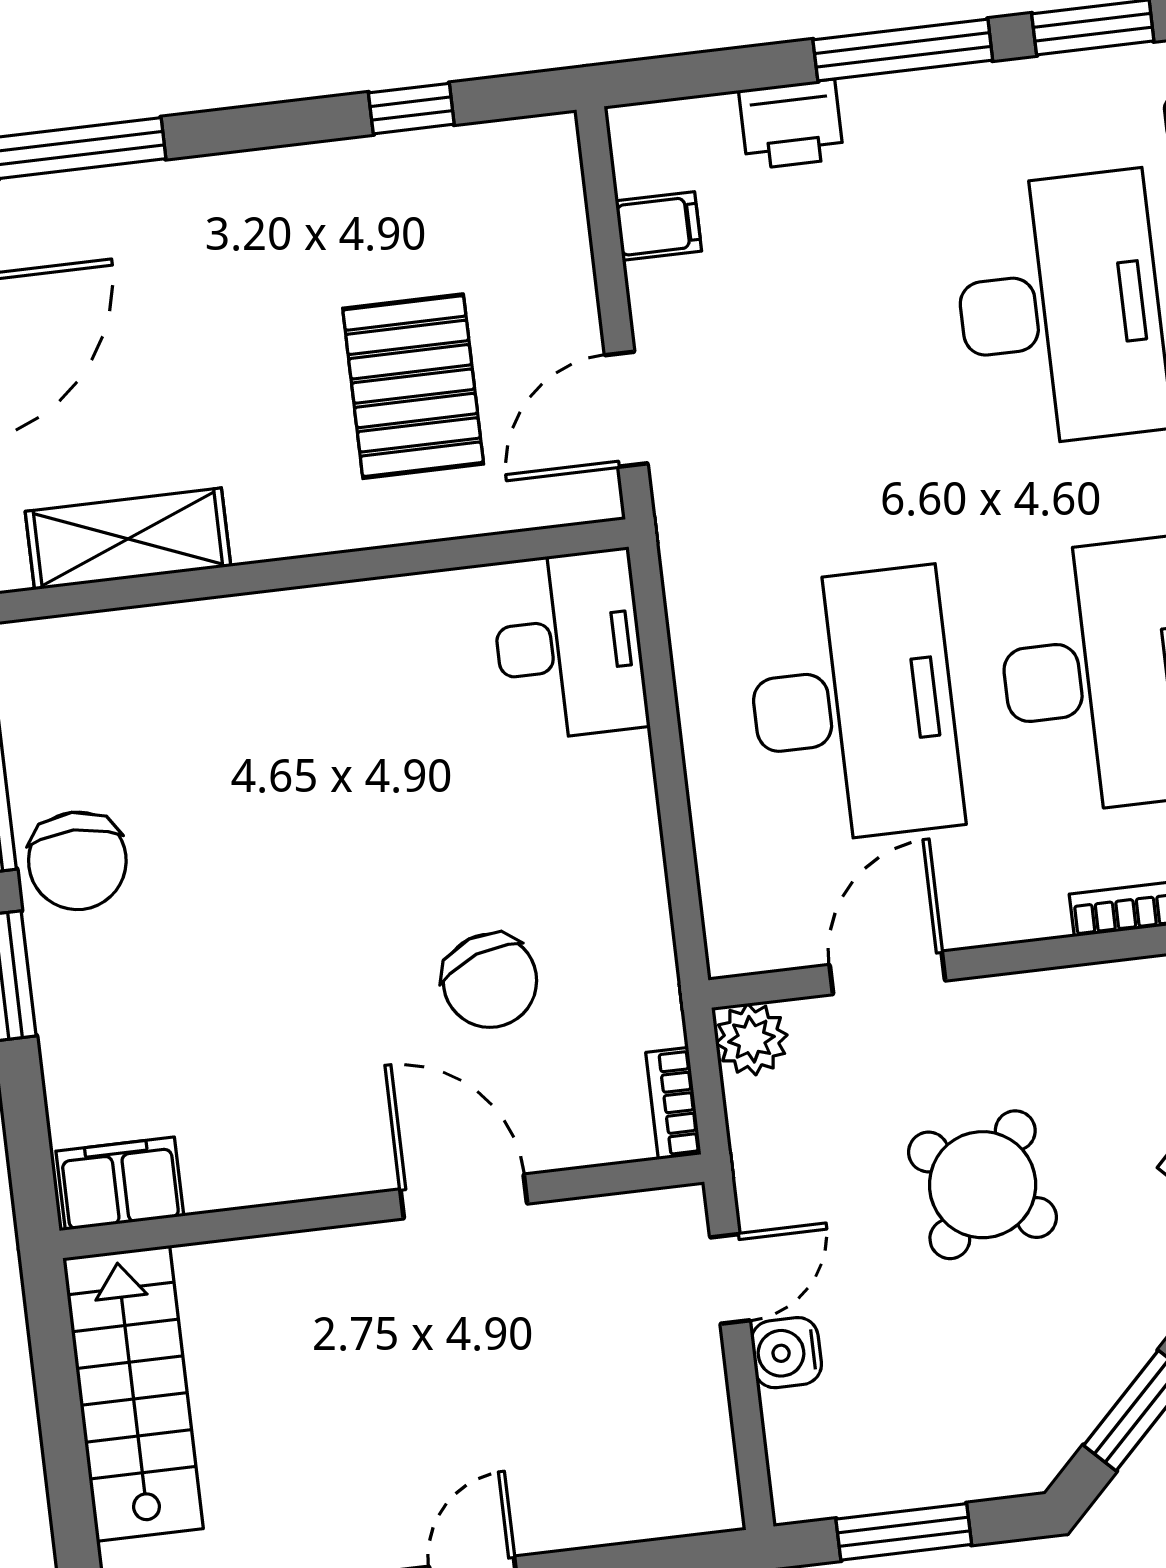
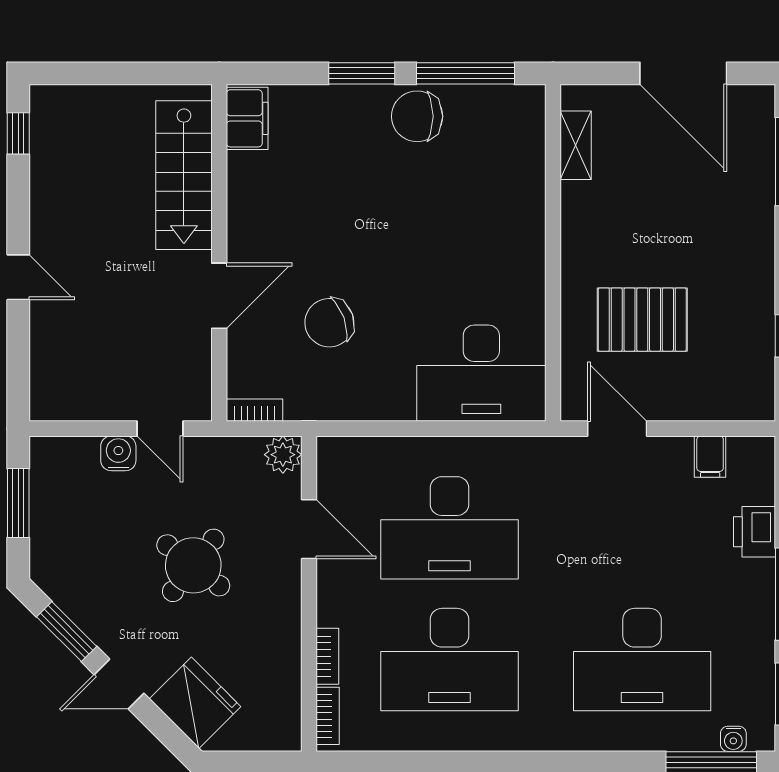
shelving: (128, 539) -> (576, 145), width x0.67, depth x0.75
desk: (569, 645) -> (481, 373), width x1.36, depth x1.30
stairs: (133, 1393) -> (184, 175), moved, turned 90

